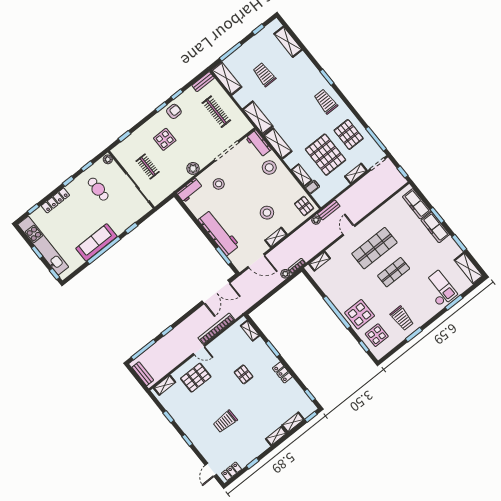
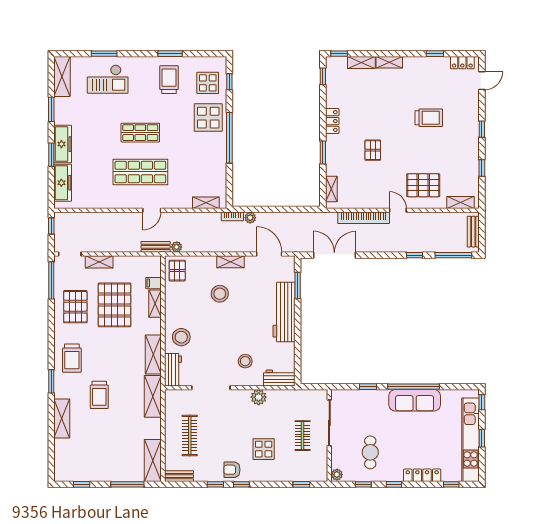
shelving: (288, 42) -> (62, 418), moved
trolley: (264, 75) -> (99, 395), moved
checkout: (440, 289) -> (108, 79), turned -90

